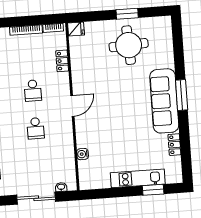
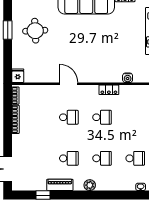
round table: (129, 45) -> (35, 31), width x0.73, depth x0.73
locker: (62, 61) -> (109, 90), moved
door: (72, 106) -> (69, 84), moved

